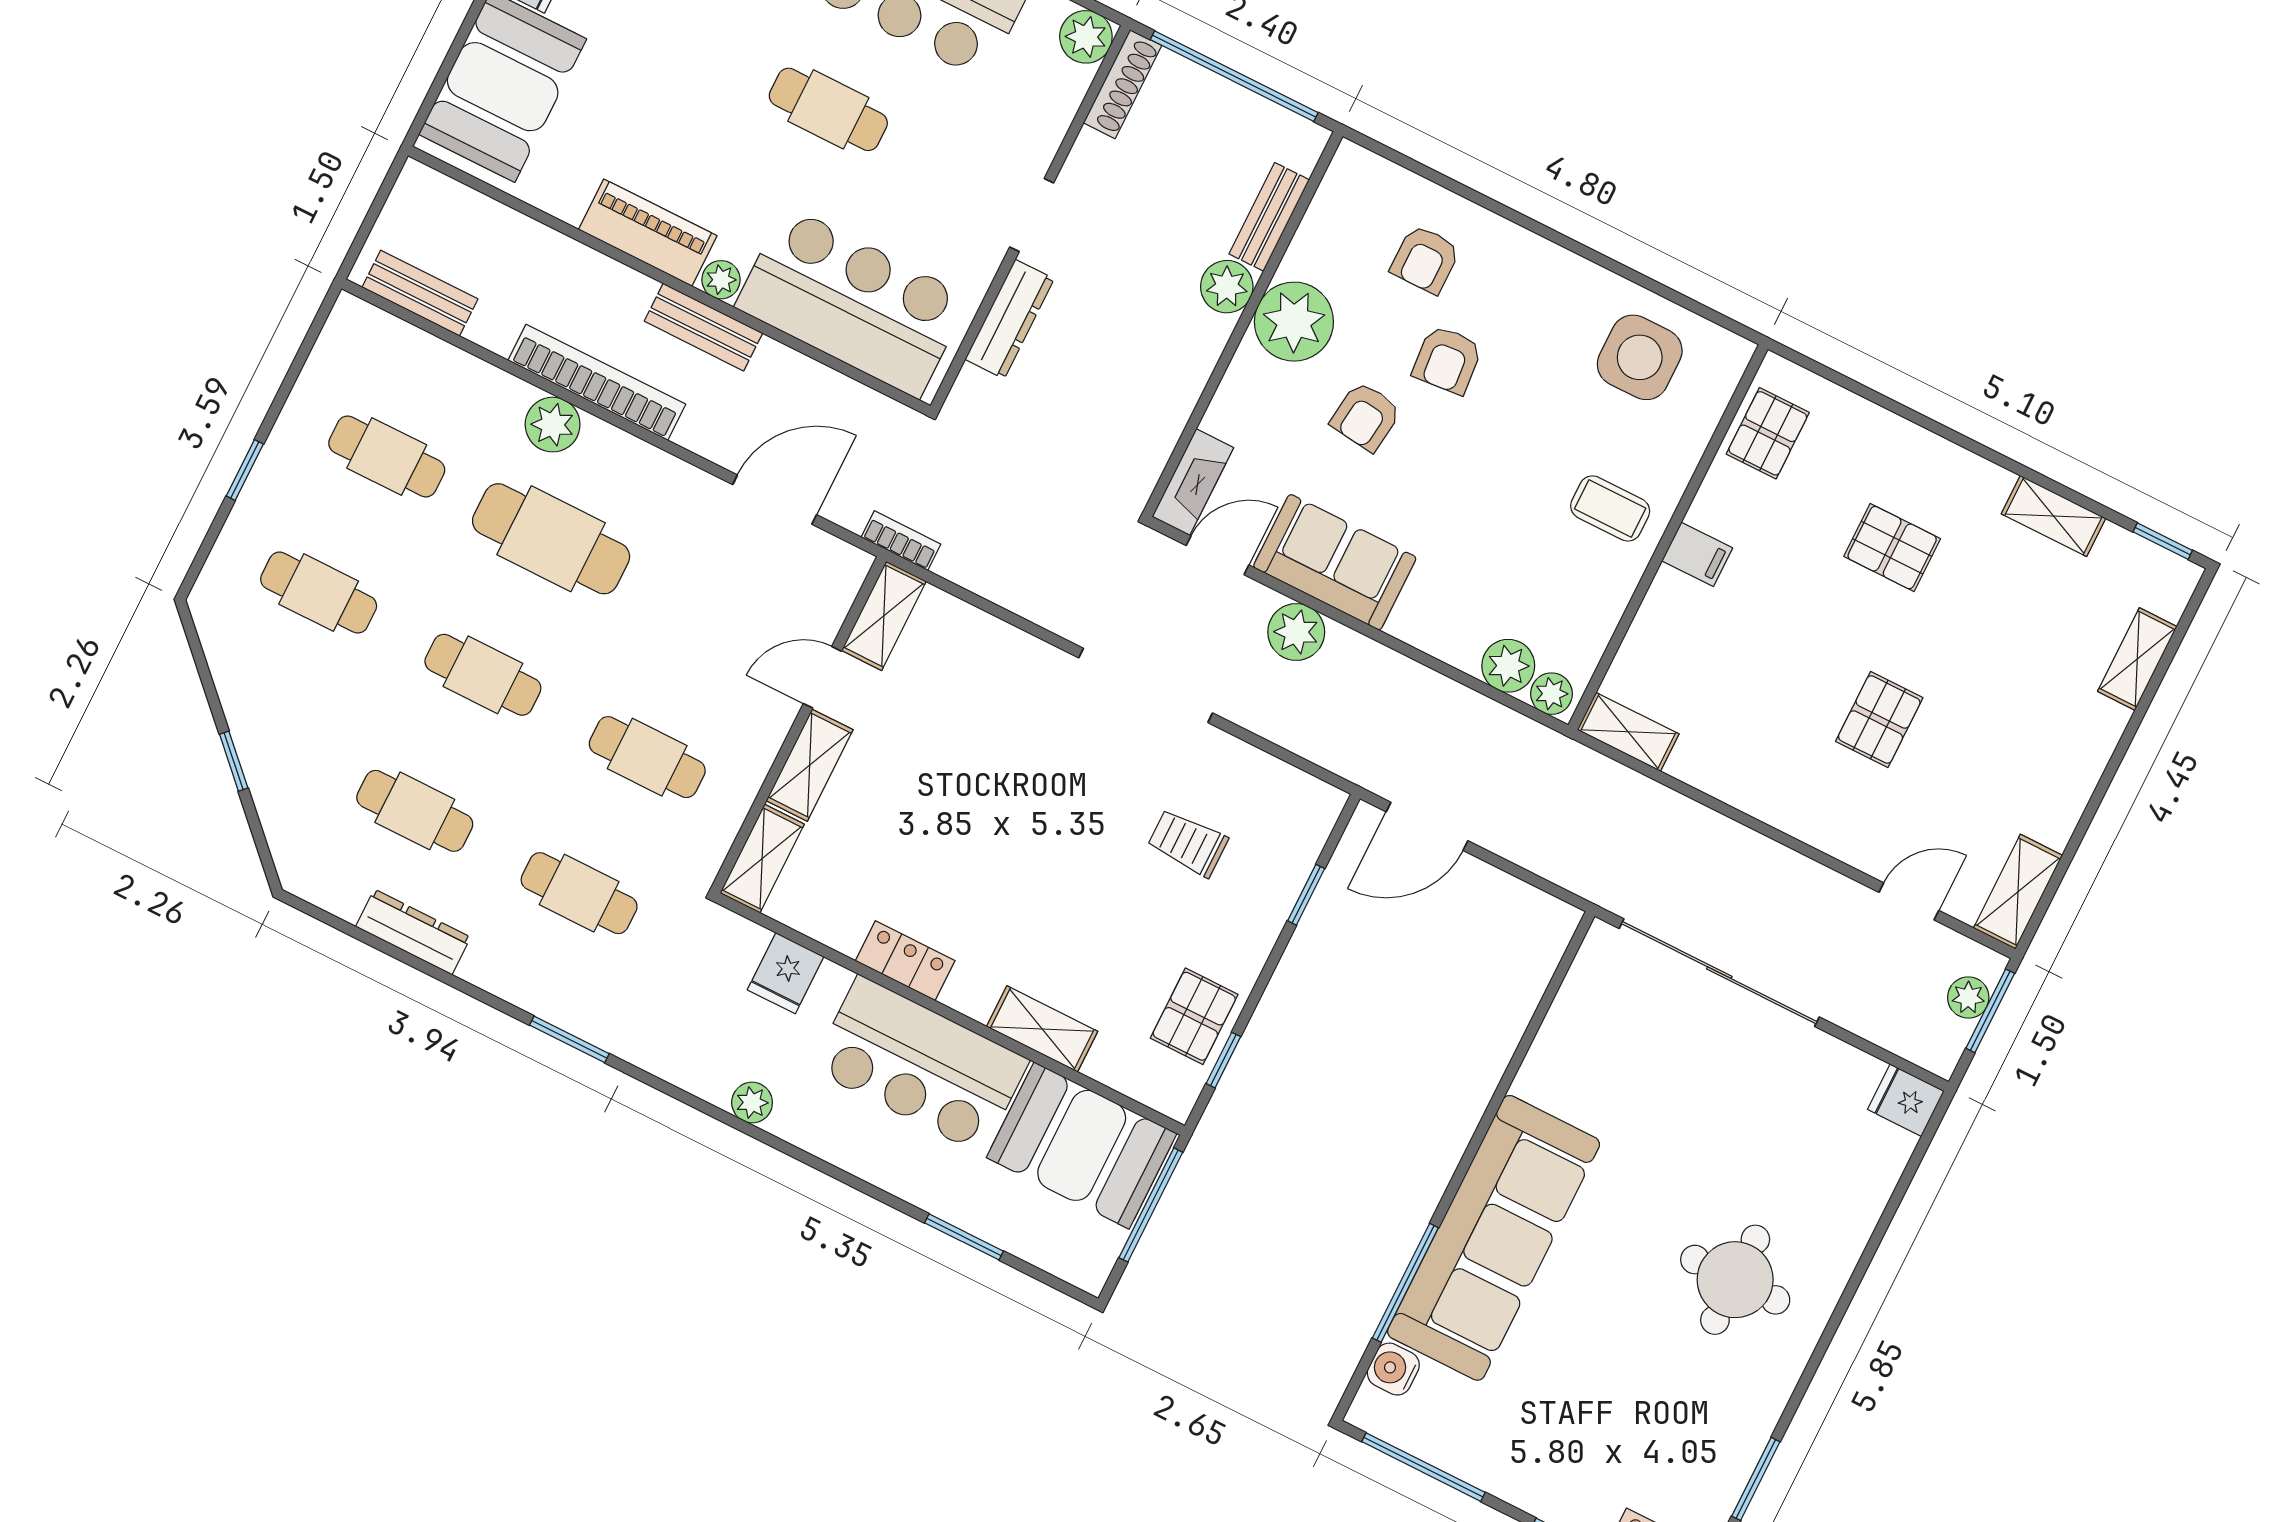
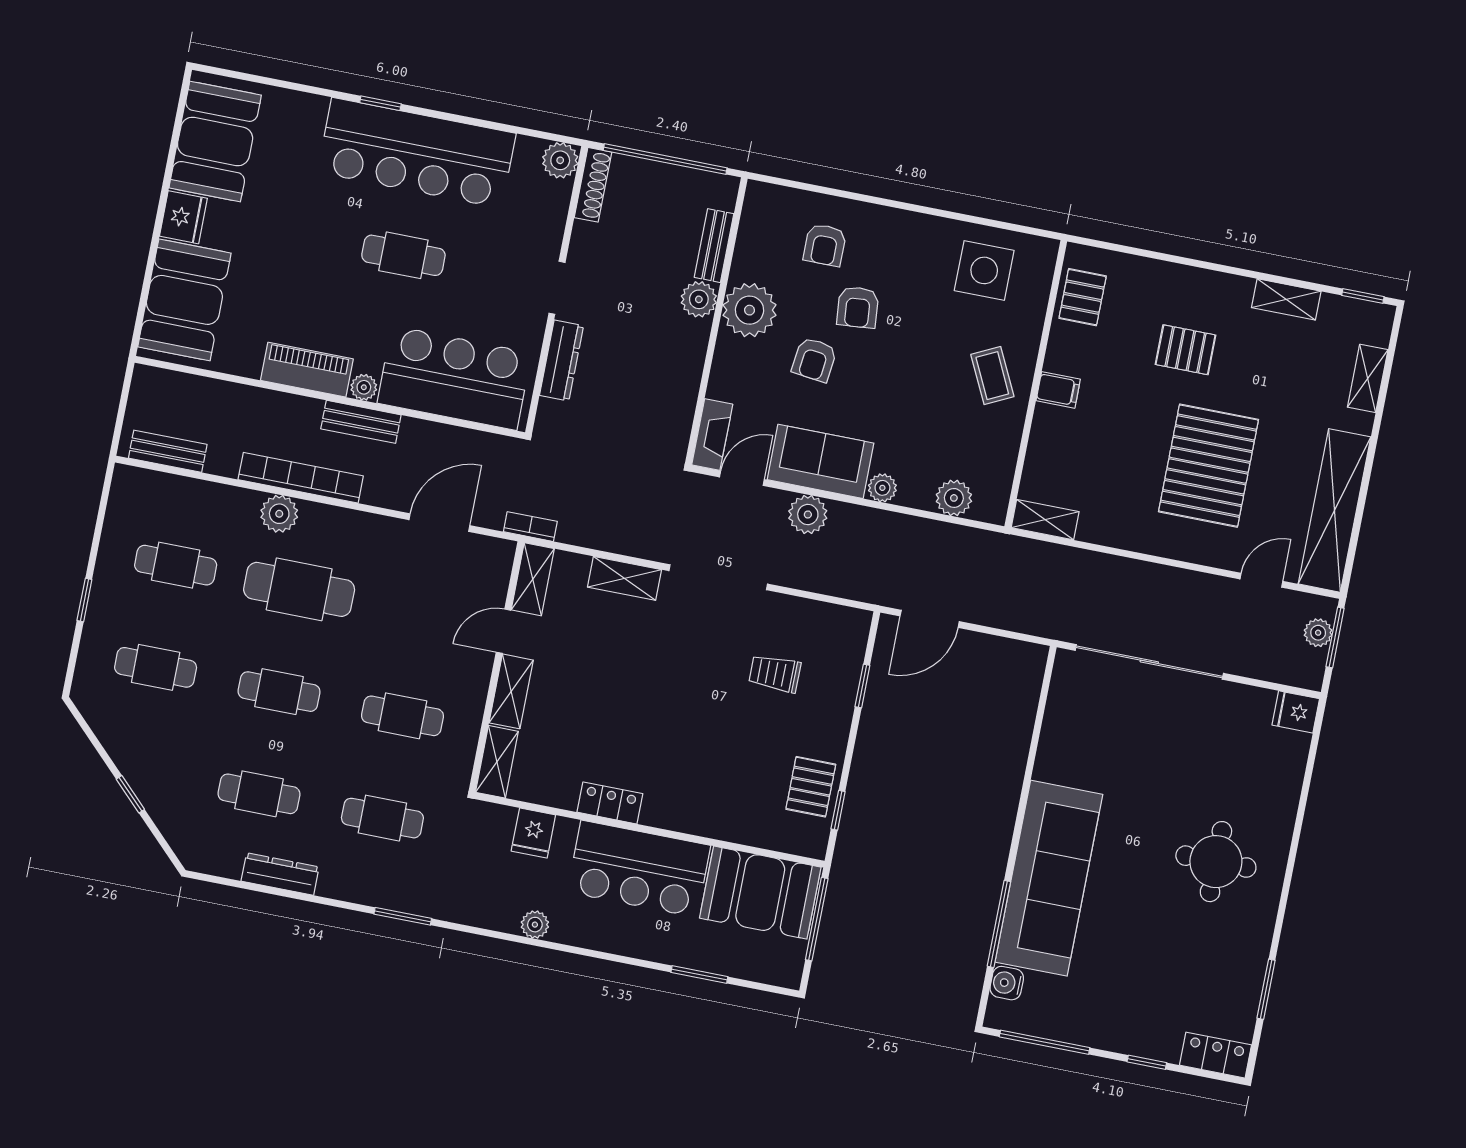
coffee table: (1610, 508) -> (992, 376), turned 64
plant: (1551, 694) -> (882, 488), moved
pallet: (1879, 720) -> (1209, 466), width x2.05, depth x2.00
shelving: (2018, 892) -> (1335, 510), width x2.20, depth x1.33
shelving: (1042, 1029) -> (625, 578), moved

